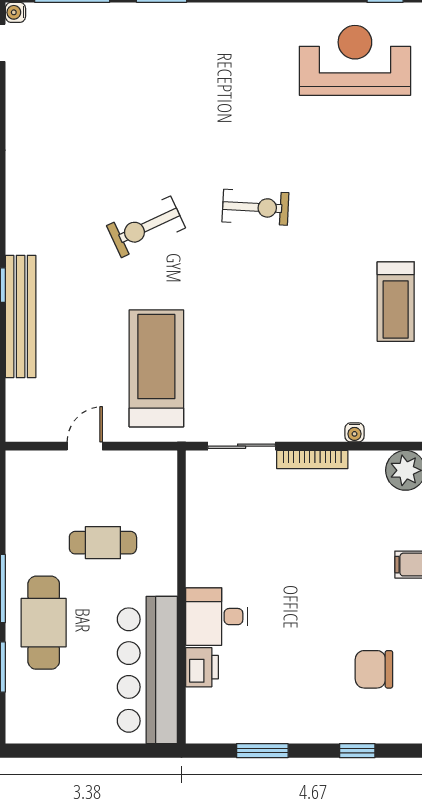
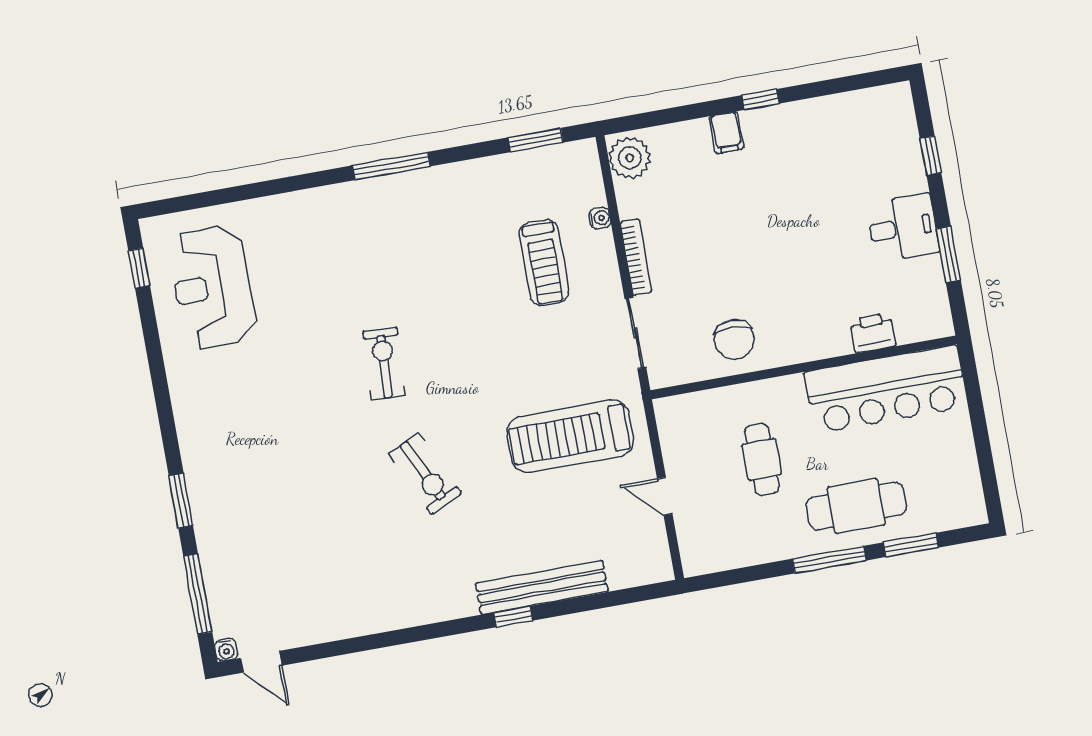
treadmill: (396, 302) -> (544, 263), moved, turned 90
desk: (217, 617) -> (903, 228), moved, turned -90
chair: (374, 669) -> (734, 339), moved

